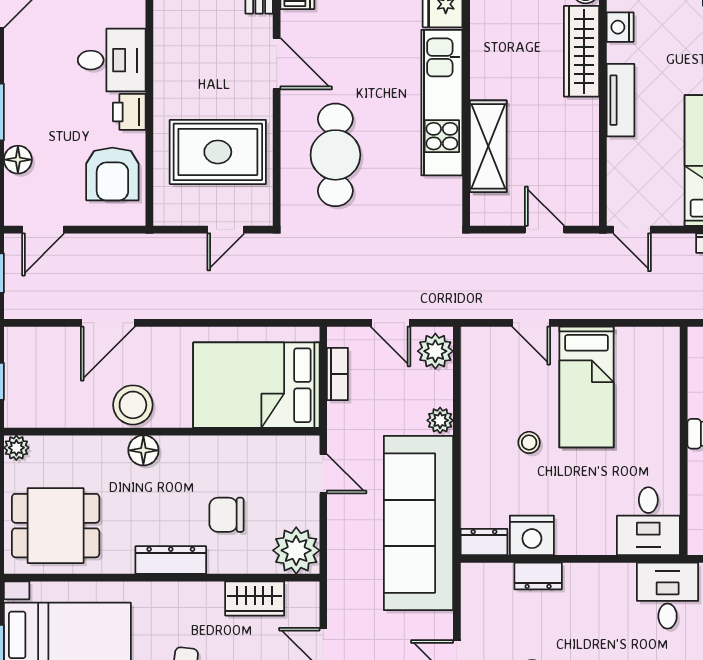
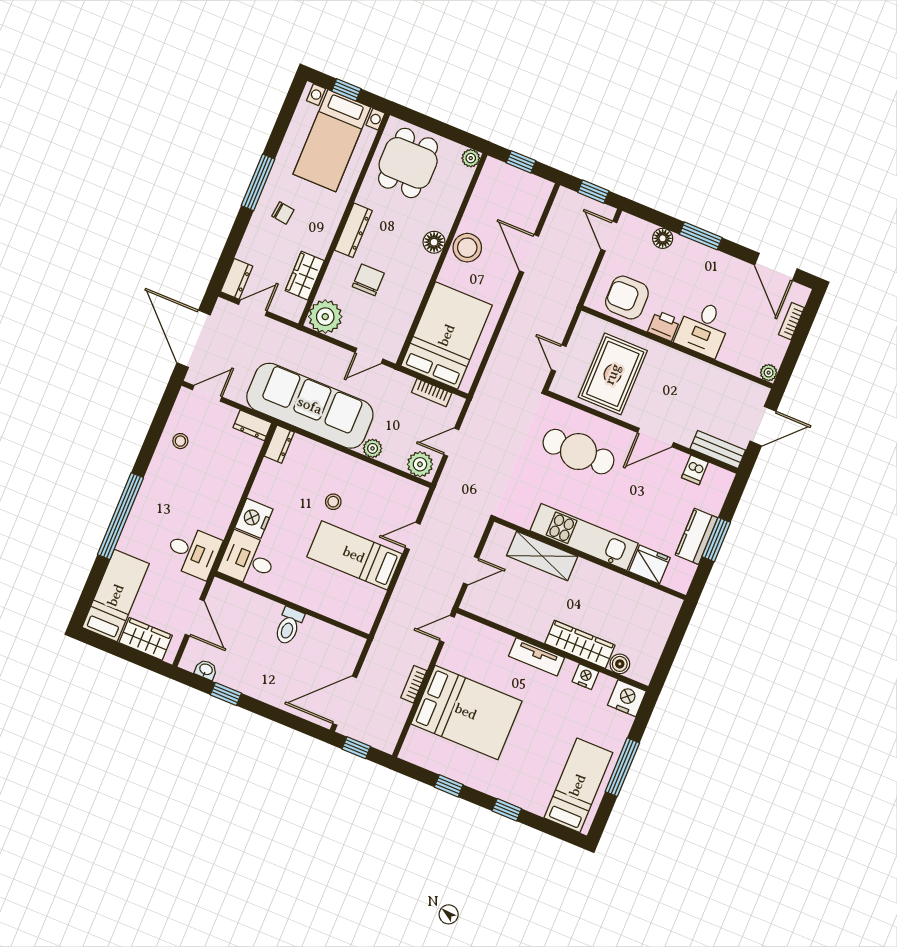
nightstand: (532, 535) -> (254, 518), moved
dresser: (538, 576) -> (252, 425), moved, turned -90

